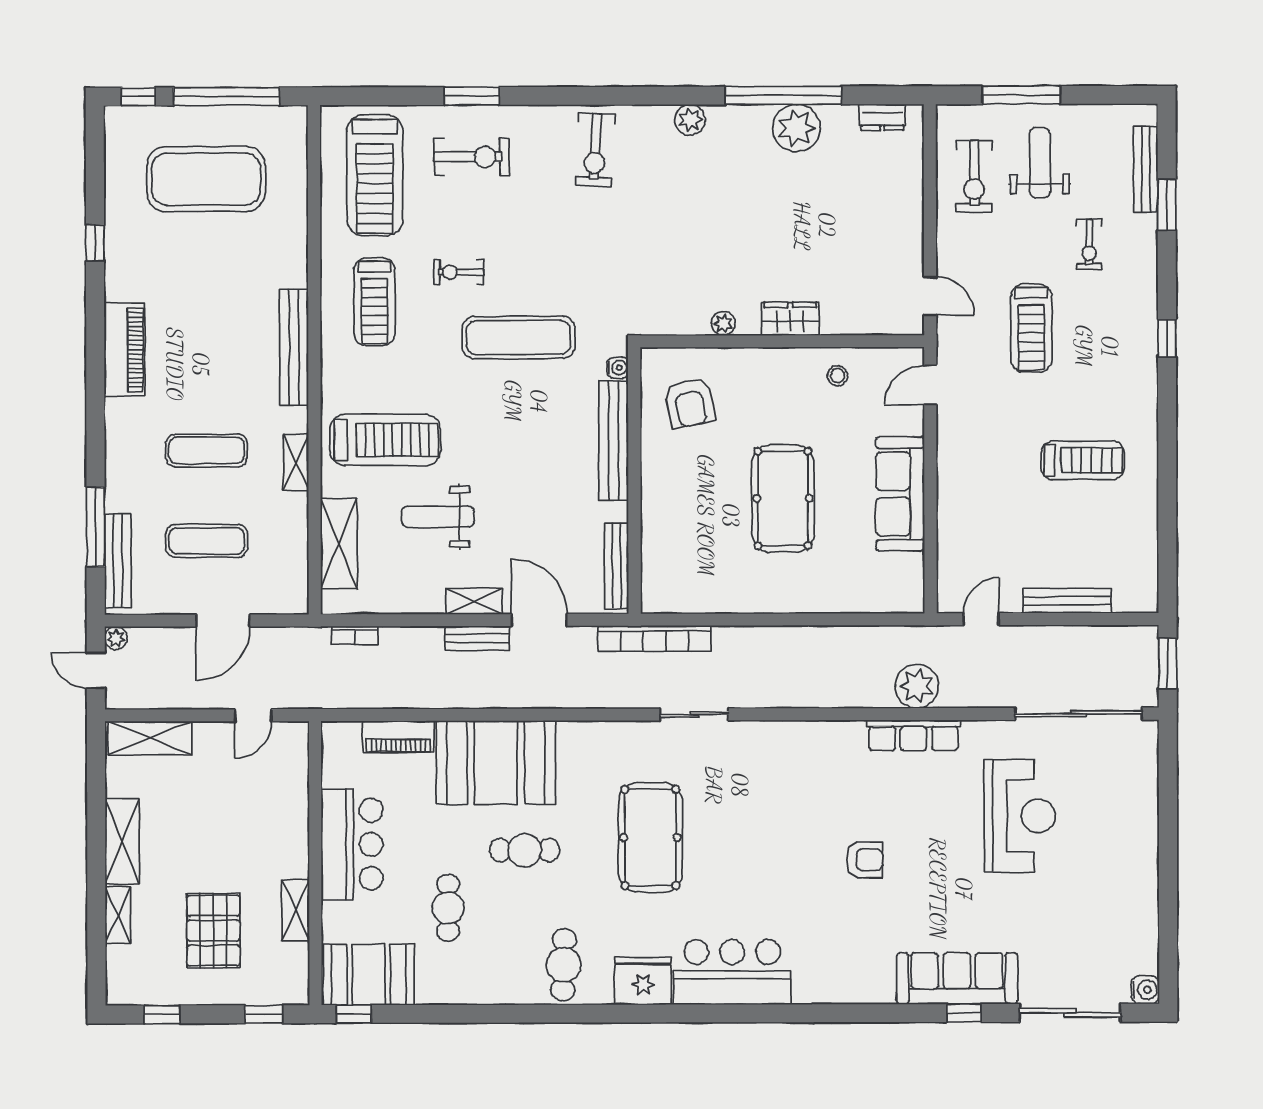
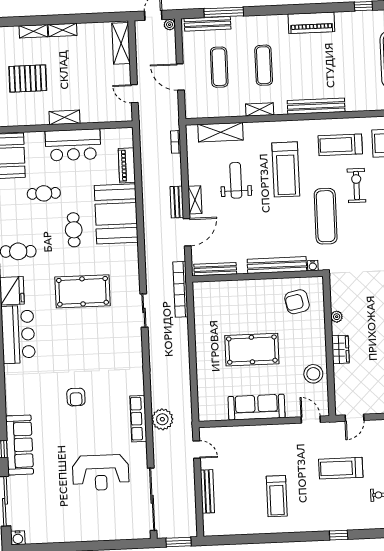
exercise bike: (459, 272) -> (356, 185), width x1.38, depth x1.39
stool: (837, 376) -> (313, 374), width x1.89, depth x1.89
treadmill: (385, 440) -> (286, 169), moved
shelving: (122, 841) -> (63, 30), width x0.67, depth x0.75
shelving: (296, 910) -> (65, 117), moved

